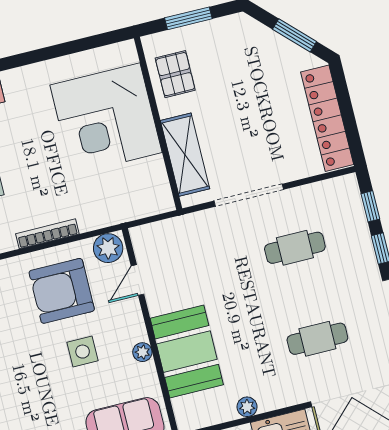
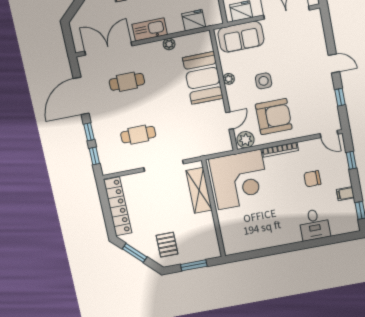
pallet: (175, 74) -> (167, 245), moved
corner desk: (106, 119) -> (240, 180), moved, turned 90

